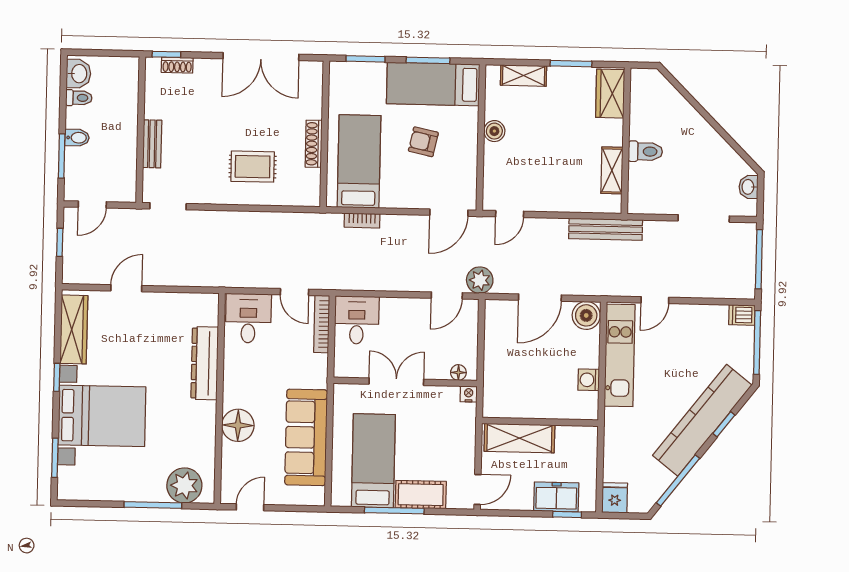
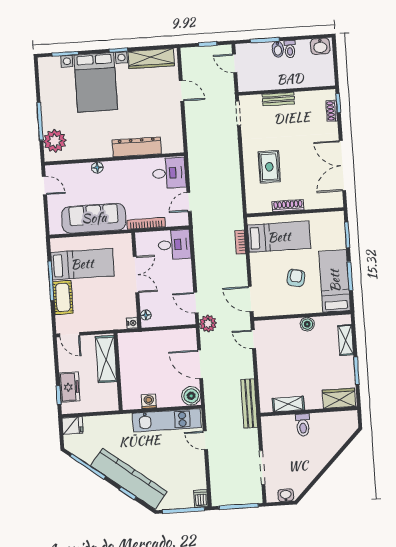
toilet: (79, 98) -> (290, 49), moved
bookcase: (322, 324) -> (146, 223), moved
floor lamp: (238, 425) -> (97, 168), width x0.53, depth x0.53

